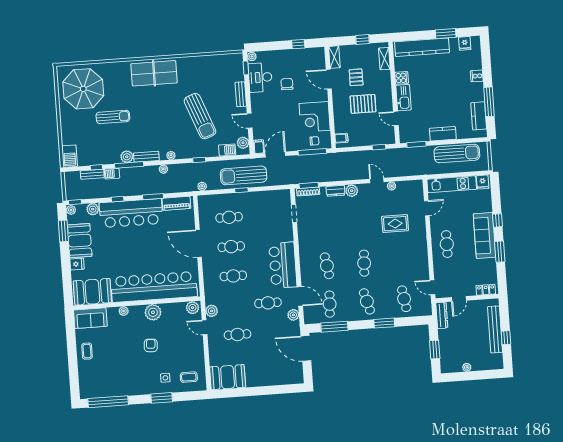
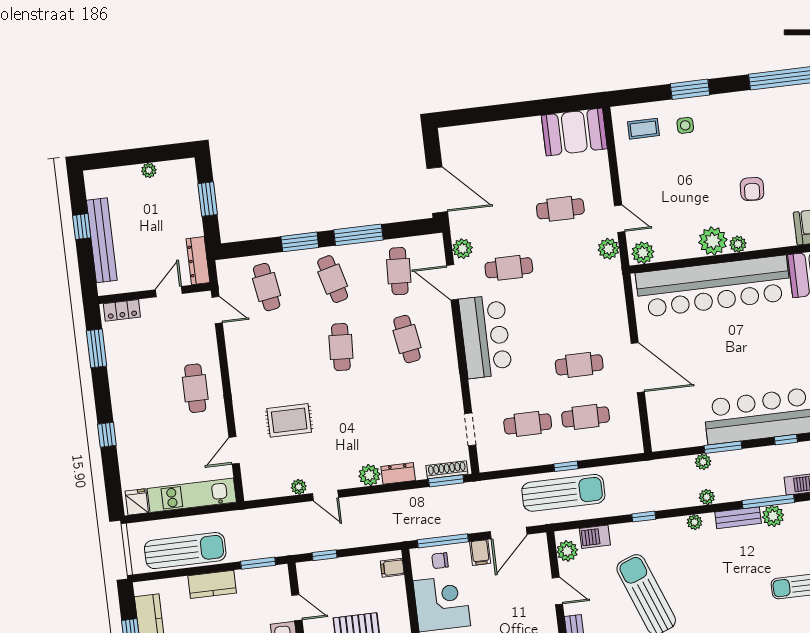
filing cabinet: (259, 147) -> (480, 552), moved
sun lounger: (457, 153) -> (185, 551), turned 180
plant: (202, 186) -> (703, 462), moved
piano: (176, 203) -> (681, 437), removed
sofa: (485, 235) -> (129, 407), removed
window: (500, 252) -> (96, 348), moved
cafe table: (233, 276) -> (528, 424), moved
plant: (124, 311) -> (738, 244), moved
window: (334, 327) -> (358, 235), moved
armchair: (151, 345) -> (752, 189), moved

